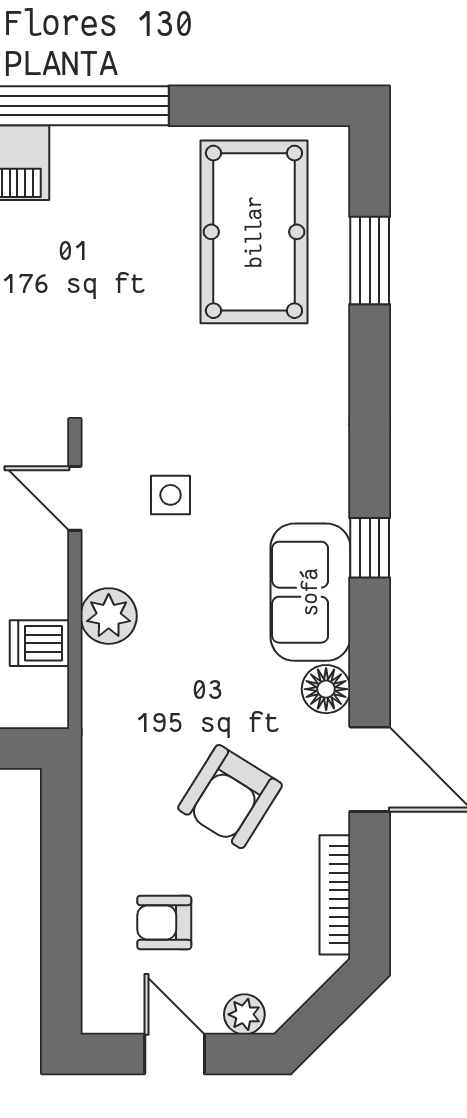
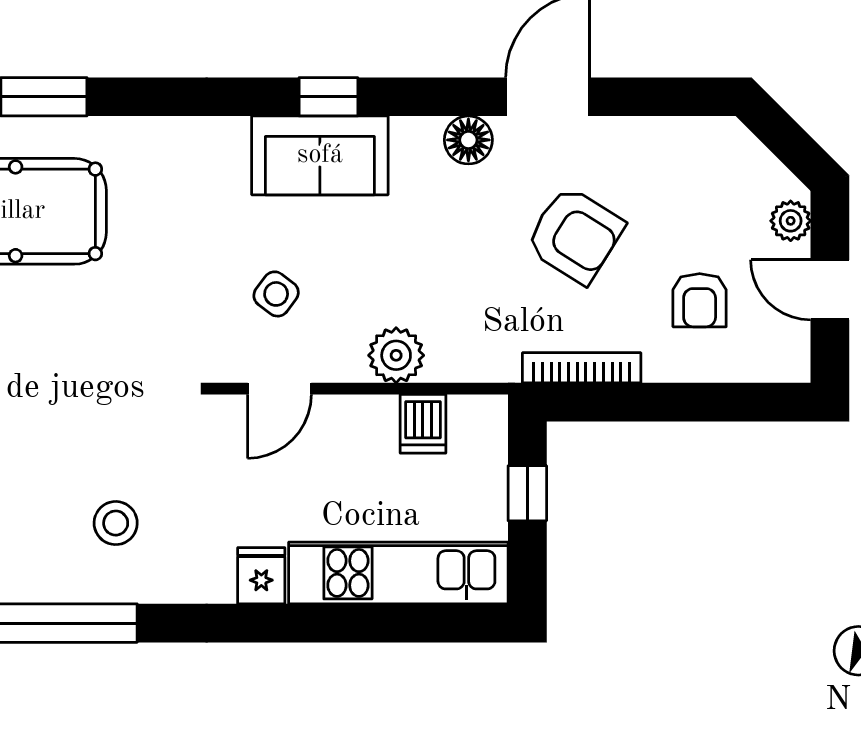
side table: (171, 495) -> (276, 294), turned 37
sofa: (310, 592) -> (320, 155), moved
bookcase: (335, 895) -> (582, 368), moved, turned 180
door: (175, 1054) -> (830, 290), hinge flipped

